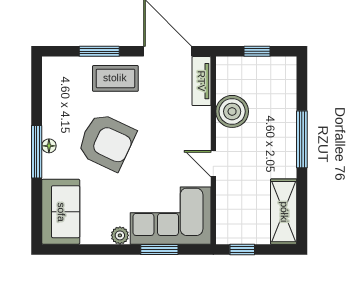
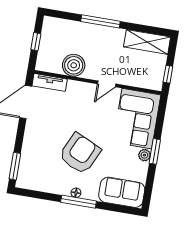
window: (99, 51) -> (15, 166), moved
coffee table: (115, 78) -> (38, 140), removed
window: (159, 249) -> (155, 151), moved

